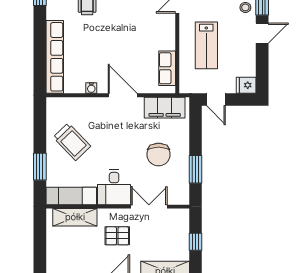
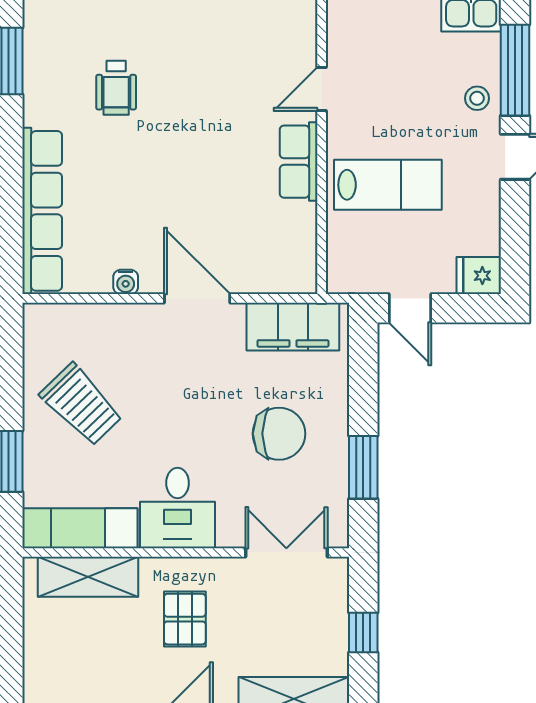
lab bench: (206, 45) -> (388, 185), turned -90
row of seats: (167, 68) -> (299, 162), moved
chair: (159, 155) -> (279, 434), turned -90
double door: (149, 207) -> (286, 552), moved
pallet: (117, 236) -> (185, 619), turned 90

